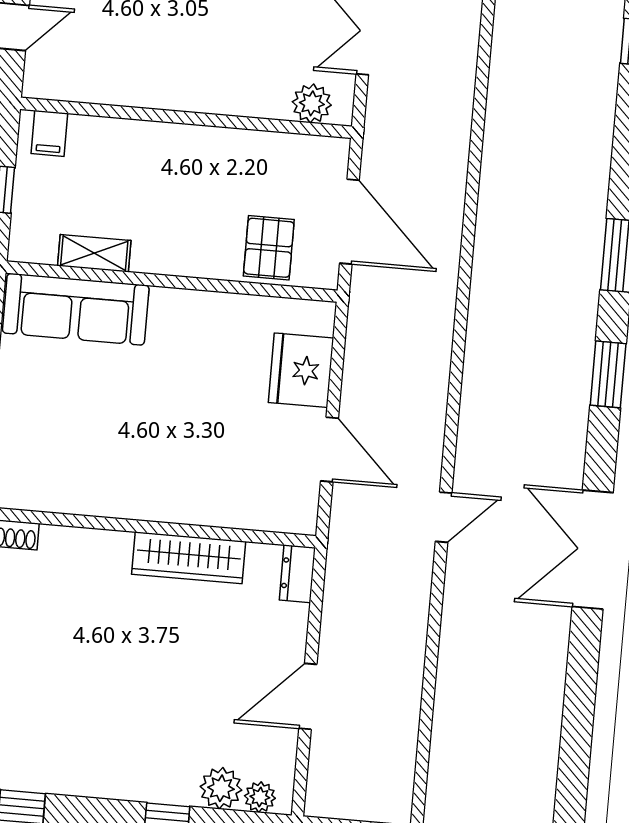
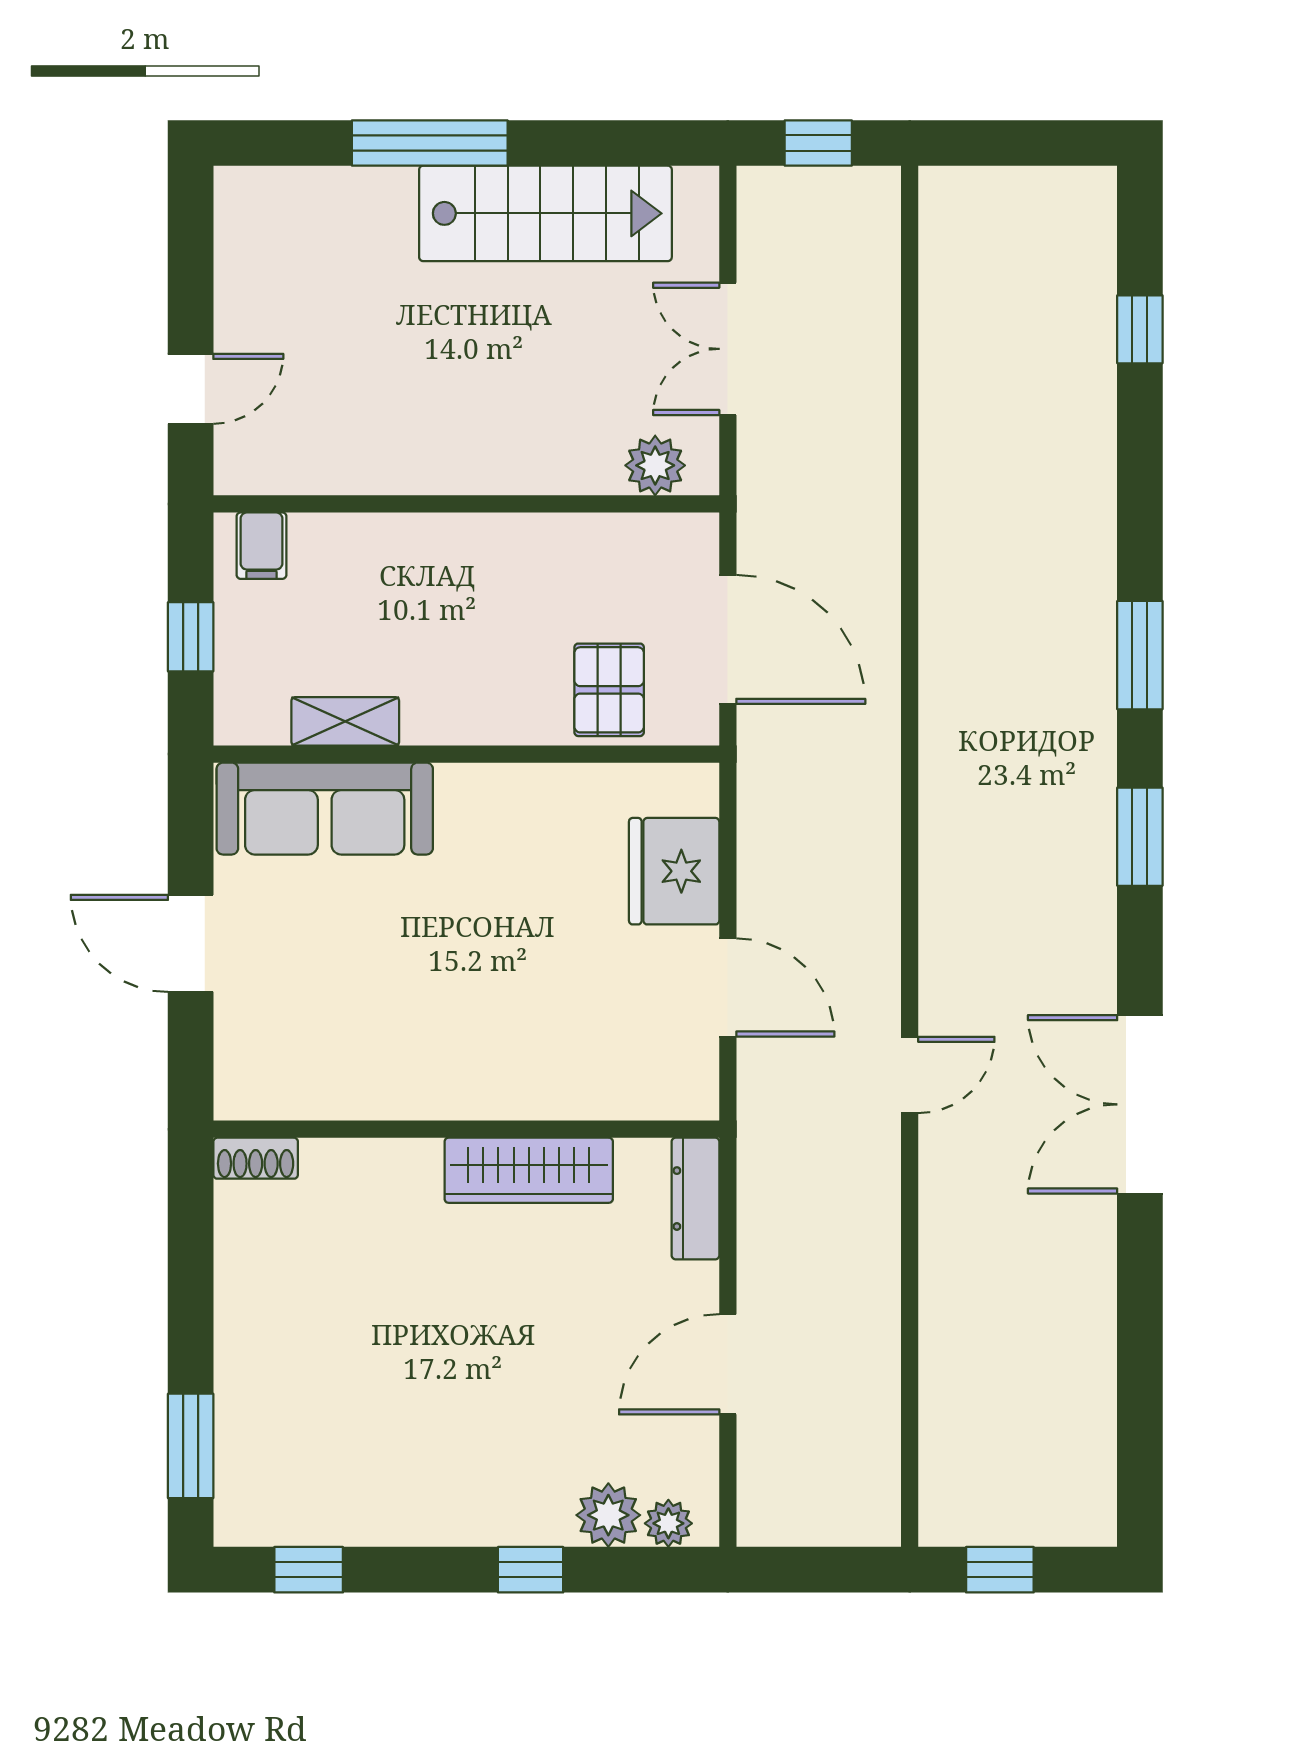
dresser: (297, 574) -> (695, 1199), width x1.44

